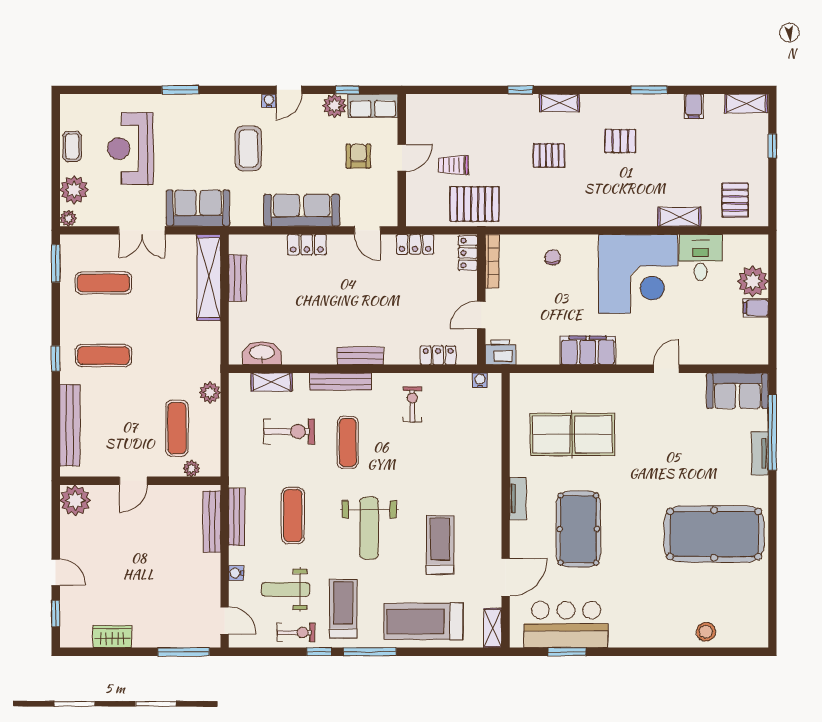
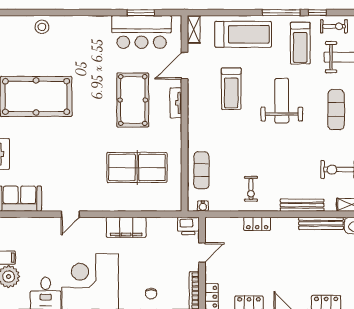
locker: (438, 355) -> (257, 224), moved
bench: (360, 356) -> (321, 223), moved, width x1.36
exercise mat: (348, 442) -> (201, 170), moved
tv unit: (518, 499) -> (176, 103), moved
exercise bike: (296, 632) -> (334, 26), turned 180

